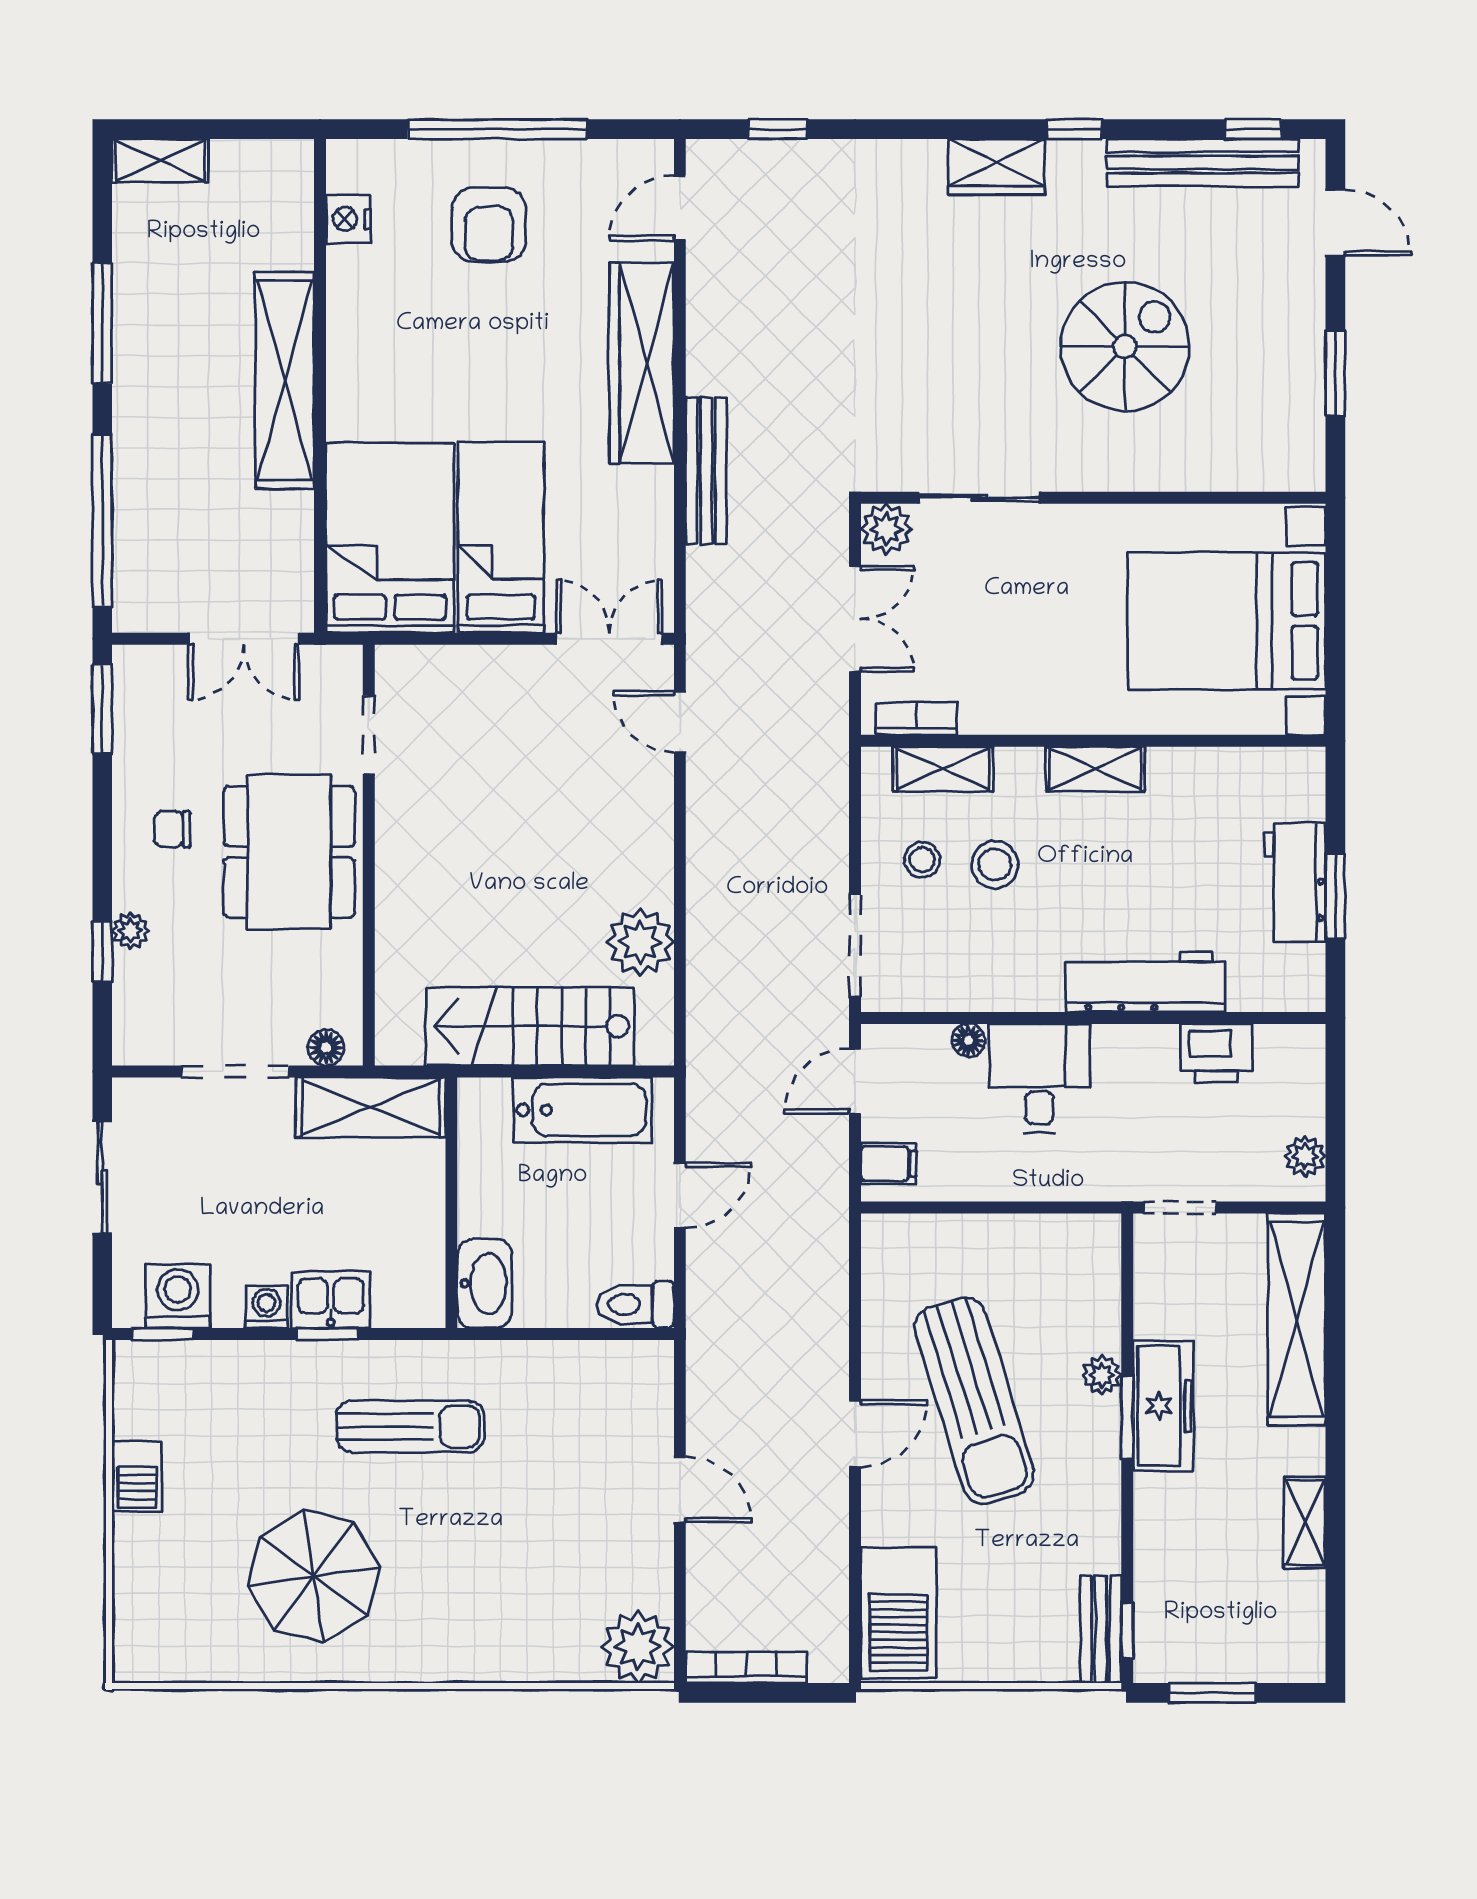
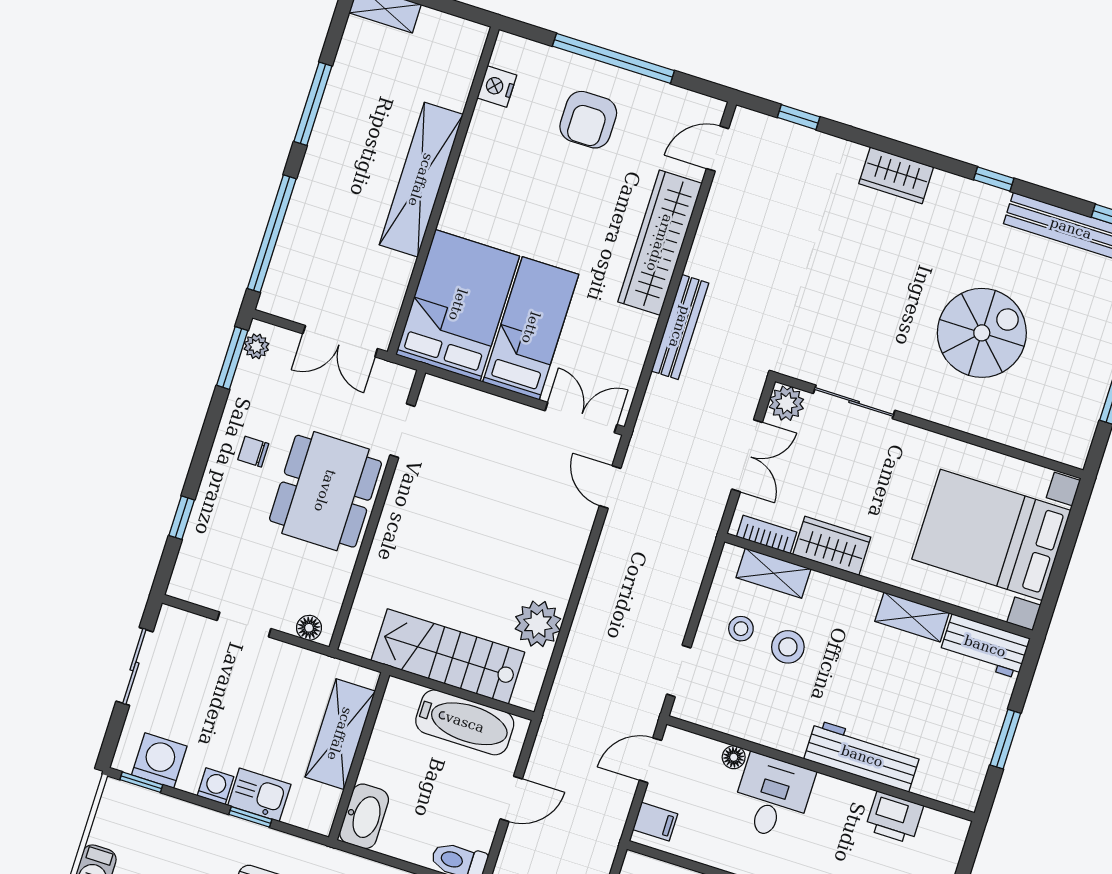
wardrobe: (997, 167) -> (896, 175), moved
wardrobe: (1011, 706) -> (832, 546), added
shelving: (1095, 769) -> (912, 617), moved
workbench: (1295, 882) -> (985, 646), moved, turned -90
plant: (130, 931) -> (256, 346), moved
doorway: (855, 946) -> (679, 671), width x0.73
doorway: (235, 1071) -> (244, 624), width x0.73
shelving: (371, 1107) -> (340, 734), moved, turned 90

